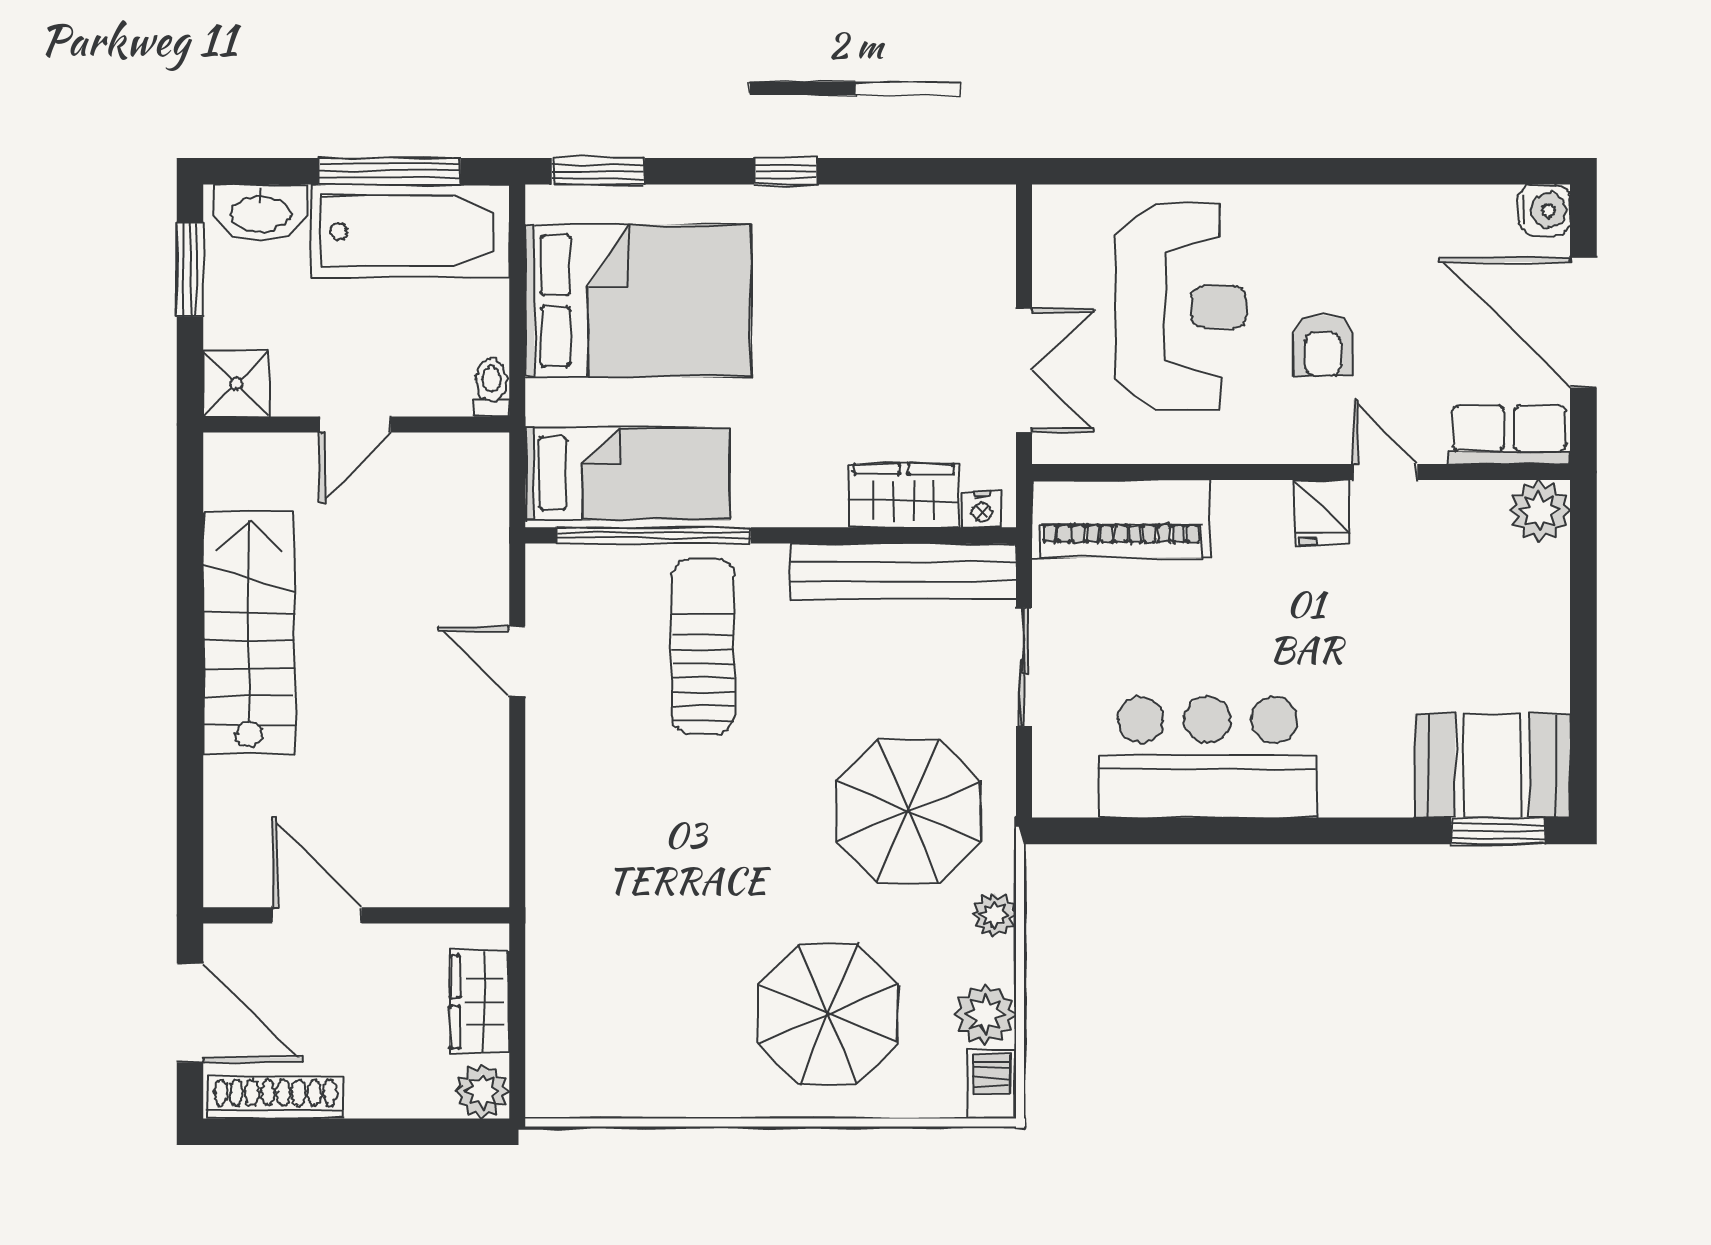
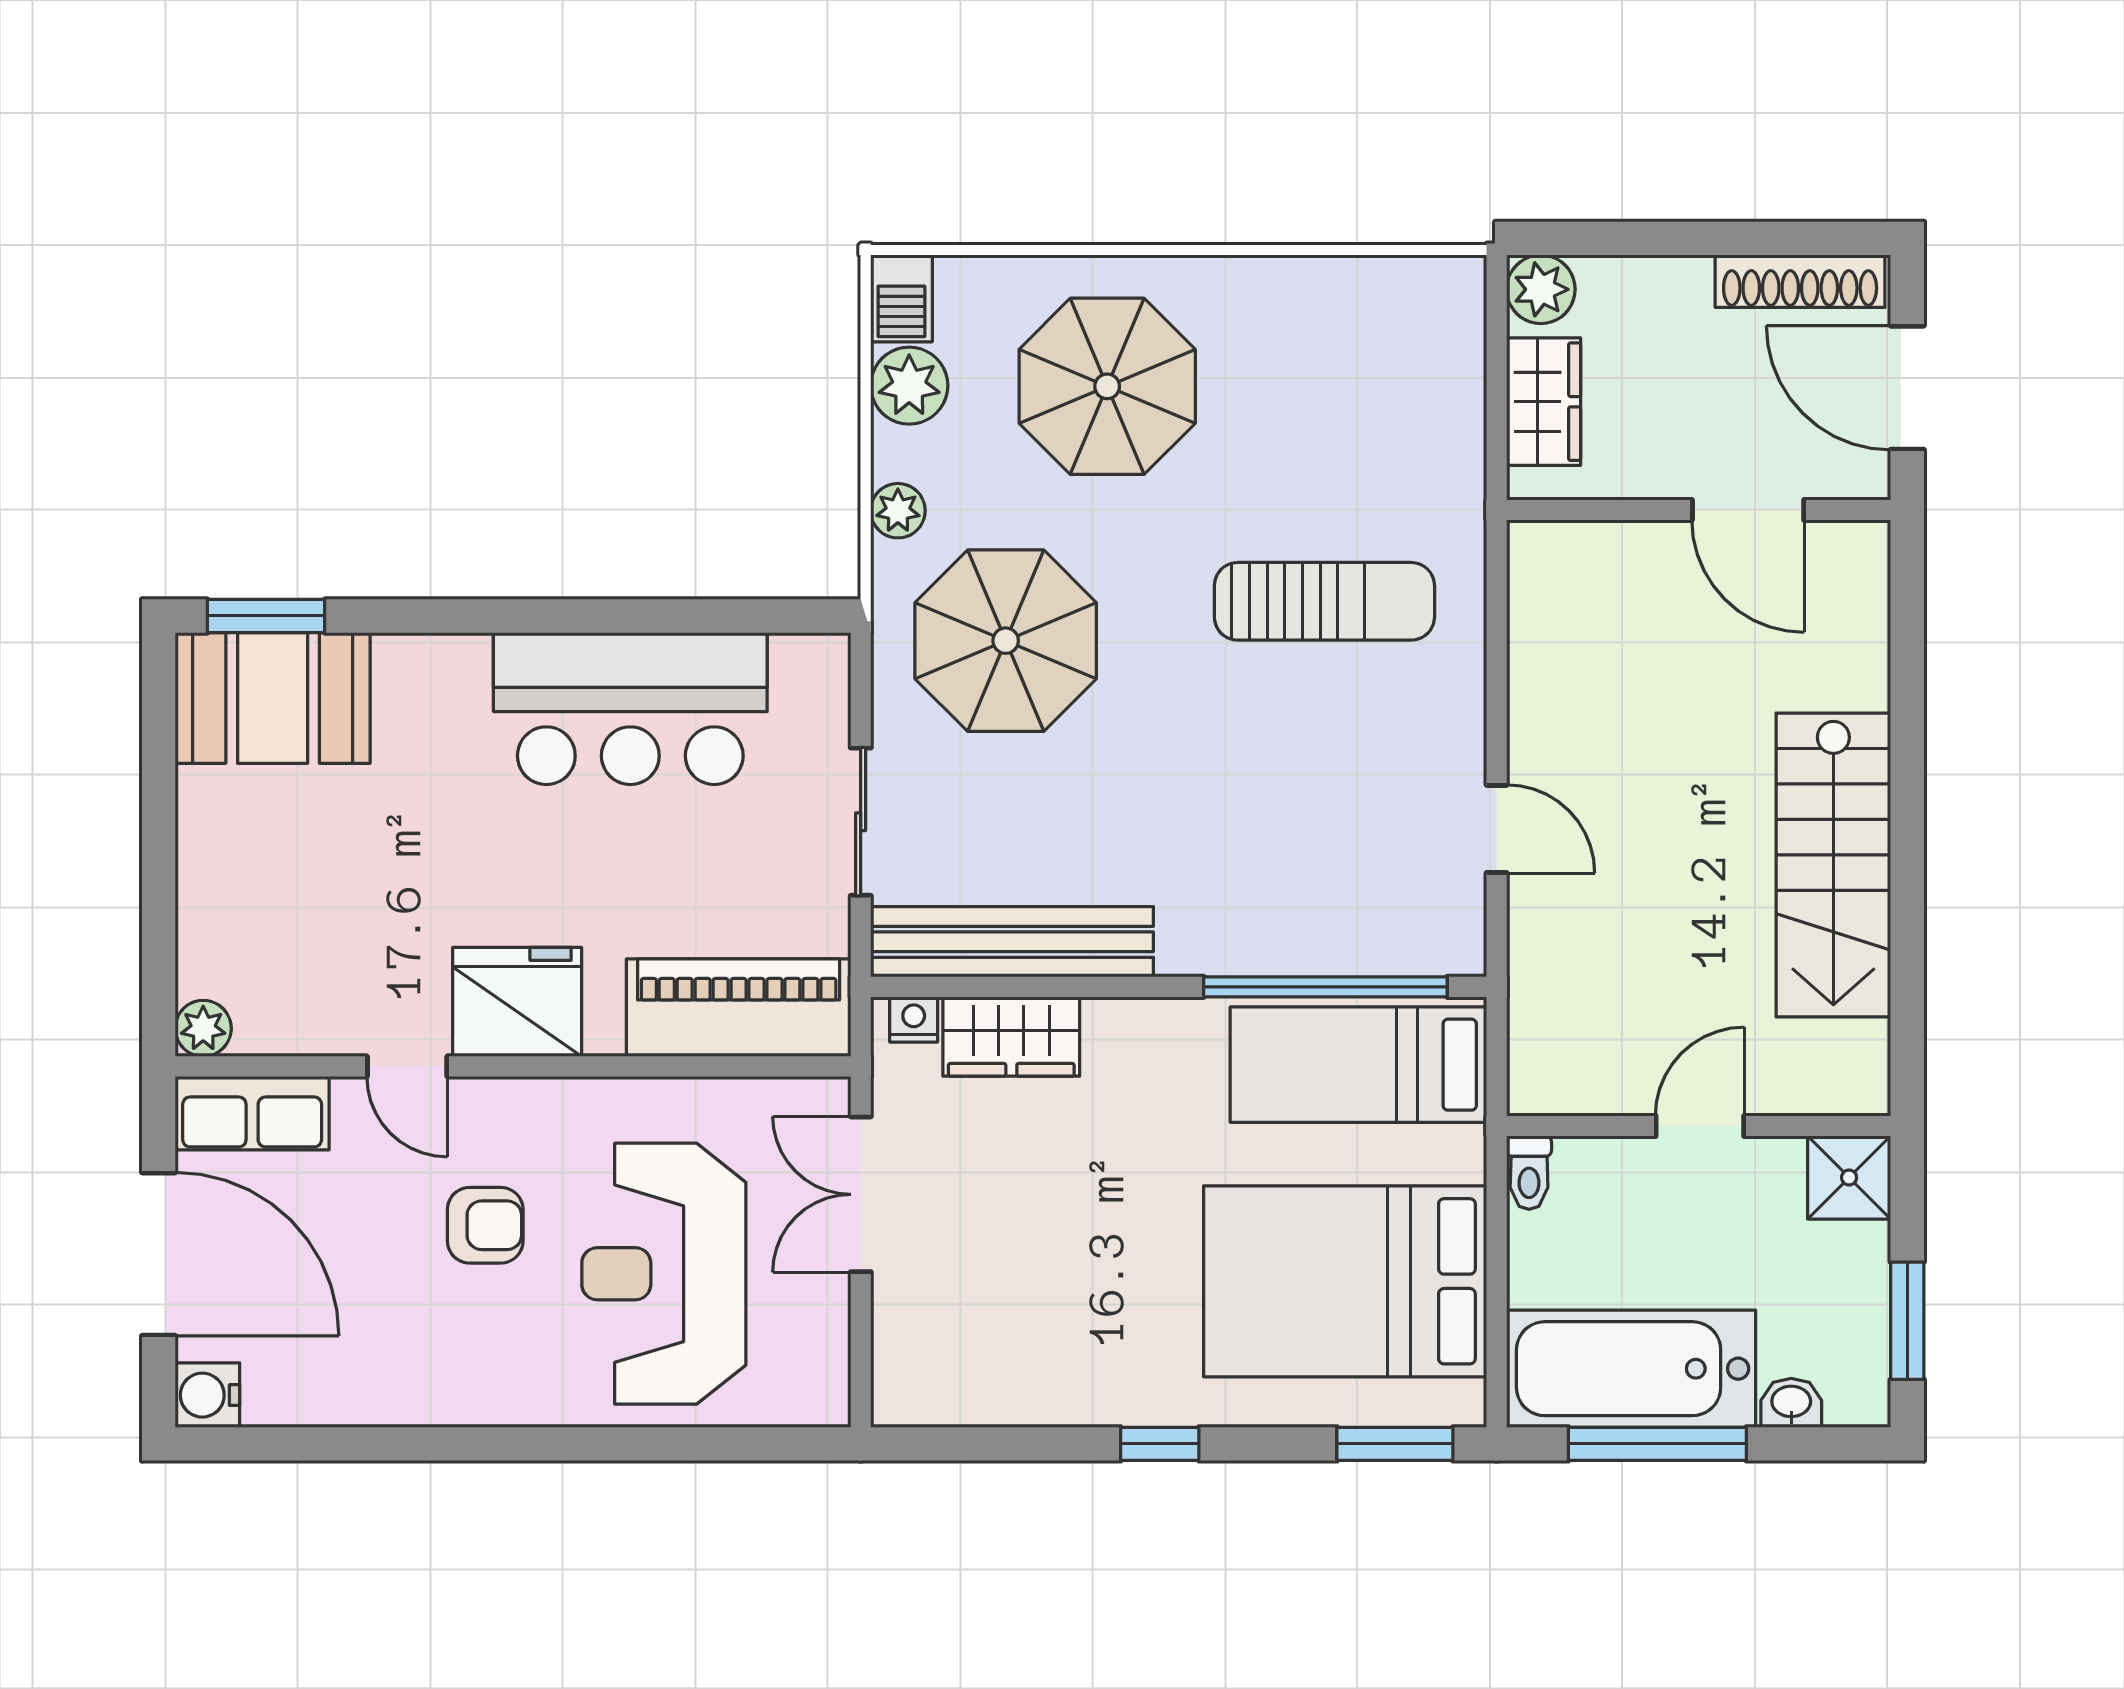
washbasin: (260, 213) -> (1791, 1403), width x0.52, depth x0.69
armchair: (1323, 345) -> (485, 1225), turned 90
plant: (1539, 511) -> (203, 1028), width x0.73, depth x0.73
fridge: (1322, 512) -> (517, 1002), width x1.88, depth x1.34
sun lounger: (703, 646) -> (1324, 601), moved, turned -90

